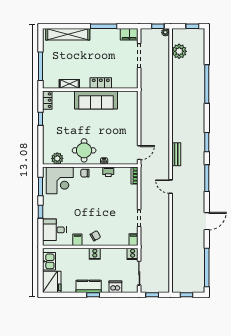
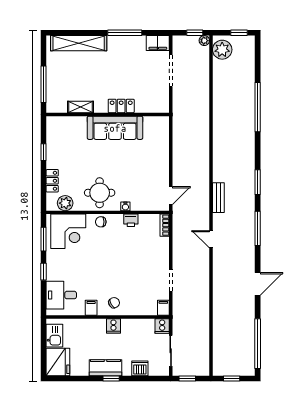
plant: (179, 51) -> (222, 50), moved
locker: (47, 100) -> (52, 181), moved

